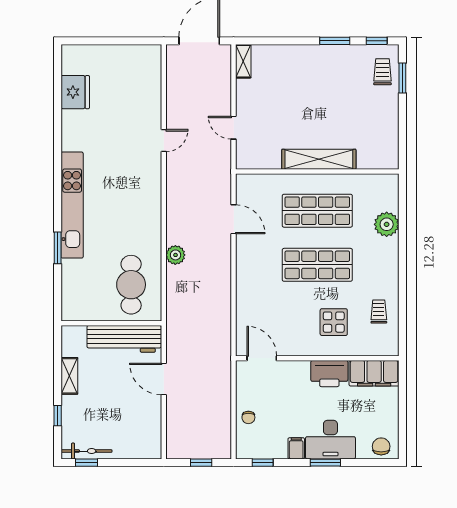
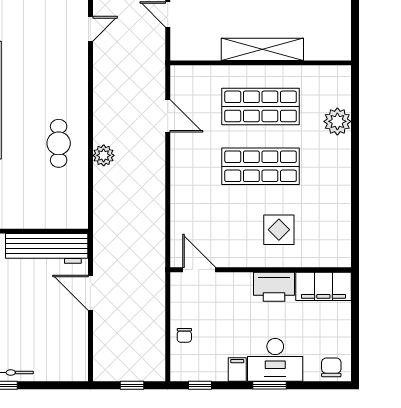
cafe table: (131, 285) -> (59, 143), moved, width x0.73, depth x0.74
trolley: (379, 312) -> (329, 218), removed

